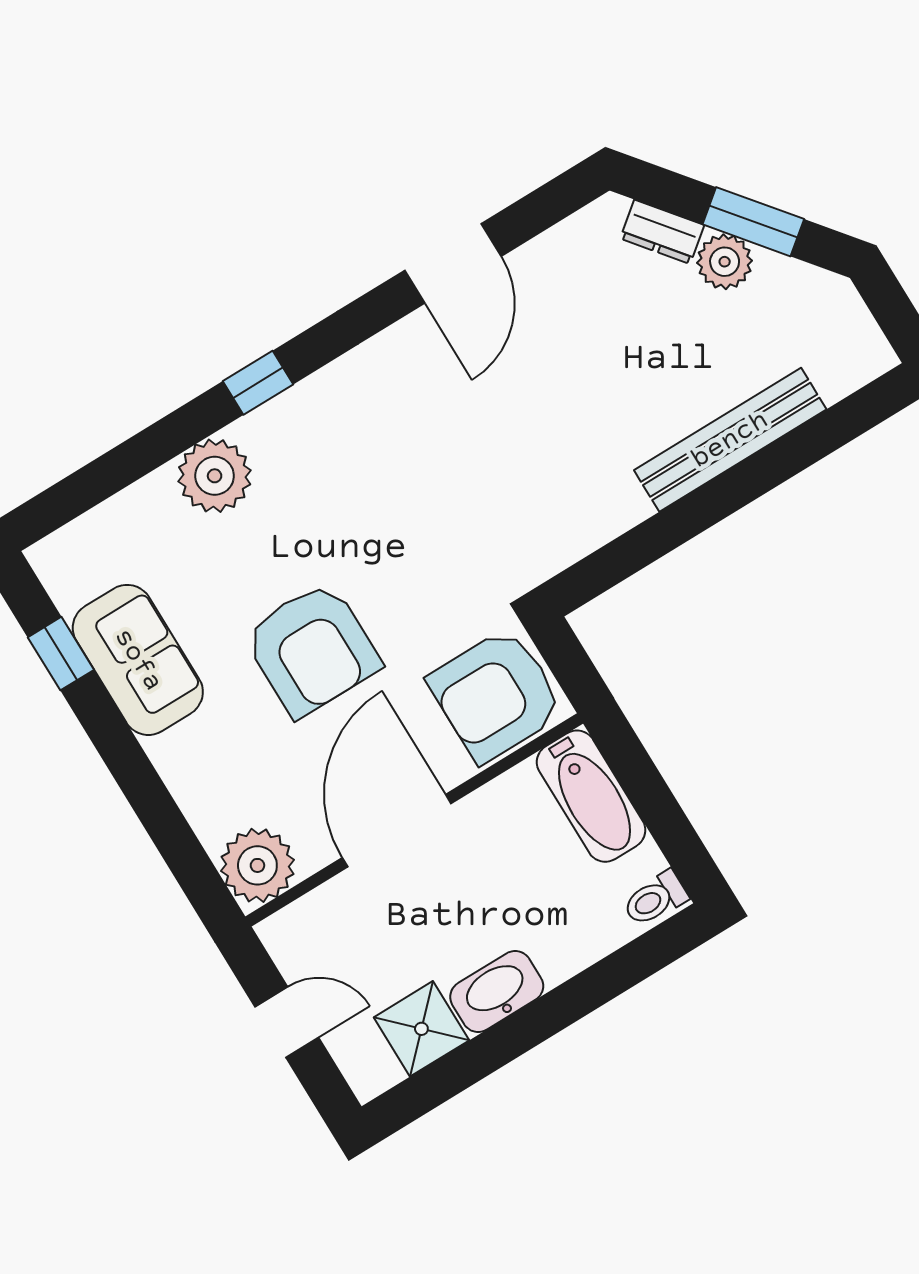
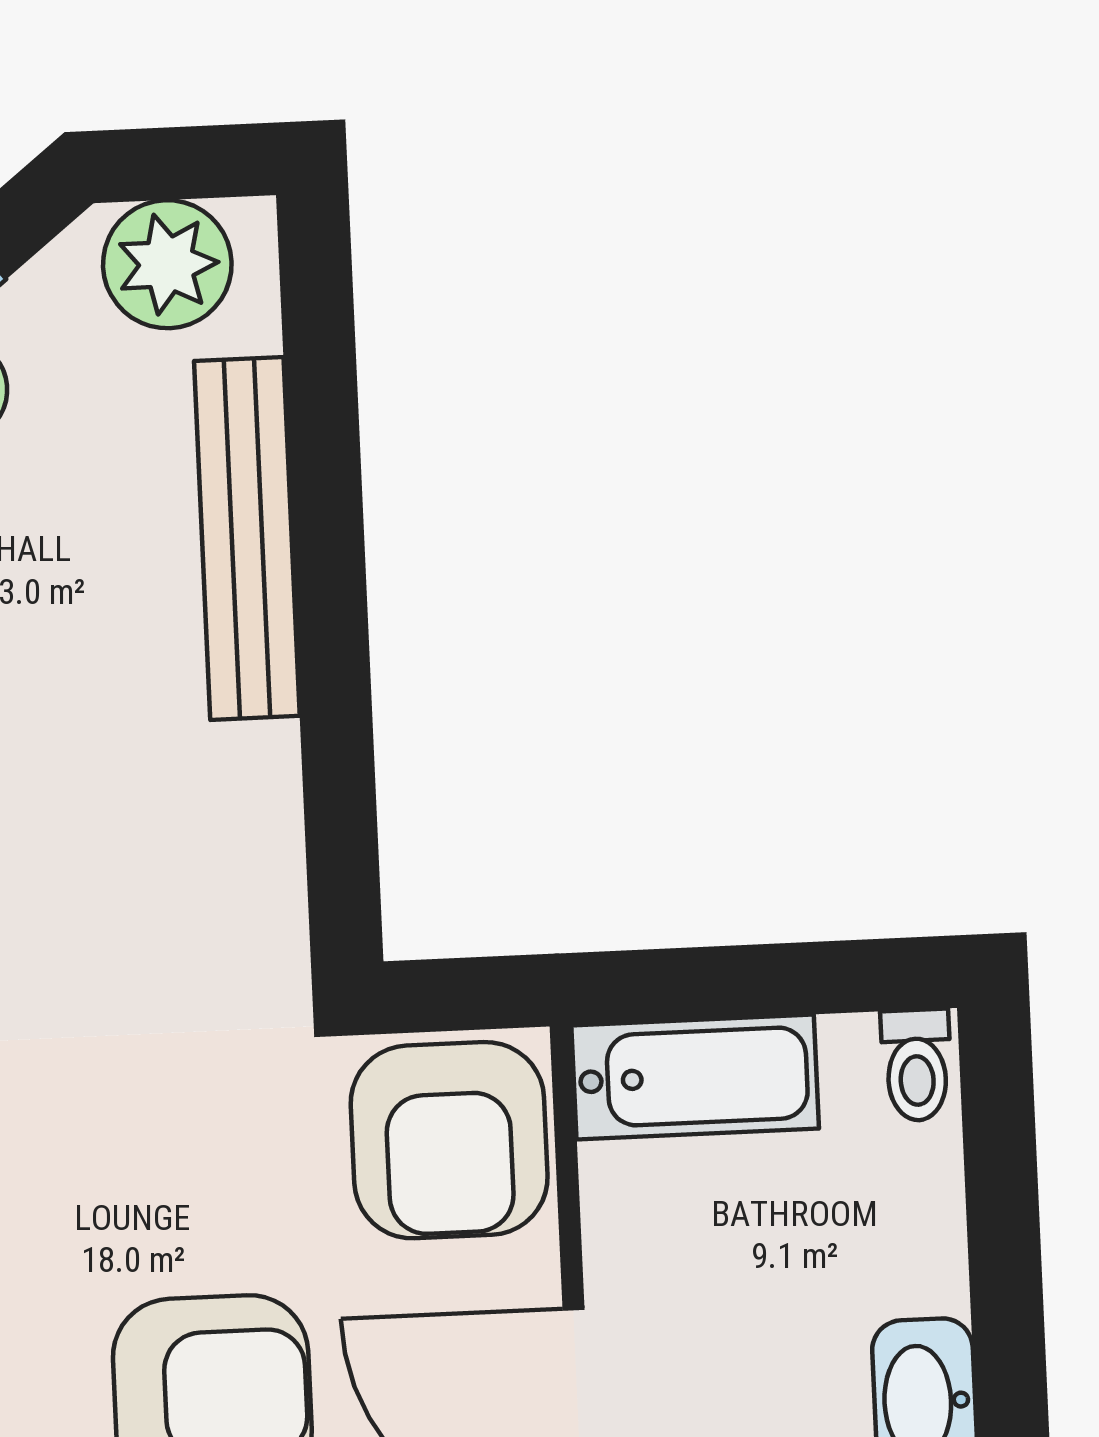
plant: (840, 329) -> (167, 264), added

